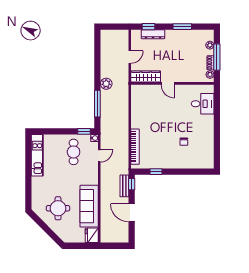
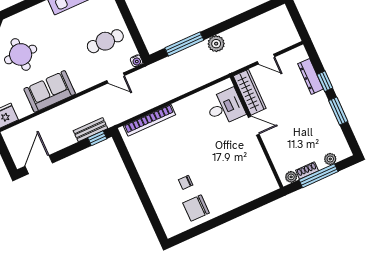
window: (148, 27) -> (325, 81), moved
door: (168, 83) -> (254, 126), swing flipped
desk: (203, 104) -> (225, 107), moved, turned -90
window: (84, 131) -> (139, 43), removed
chair: (203, 142) -> (196, 208), added
window: (156, 172) -> (129, 163), removed
sofa: (89, 206) -> (50, 91), width x0.73
door: (132, 213) -> (39, 165), moved

